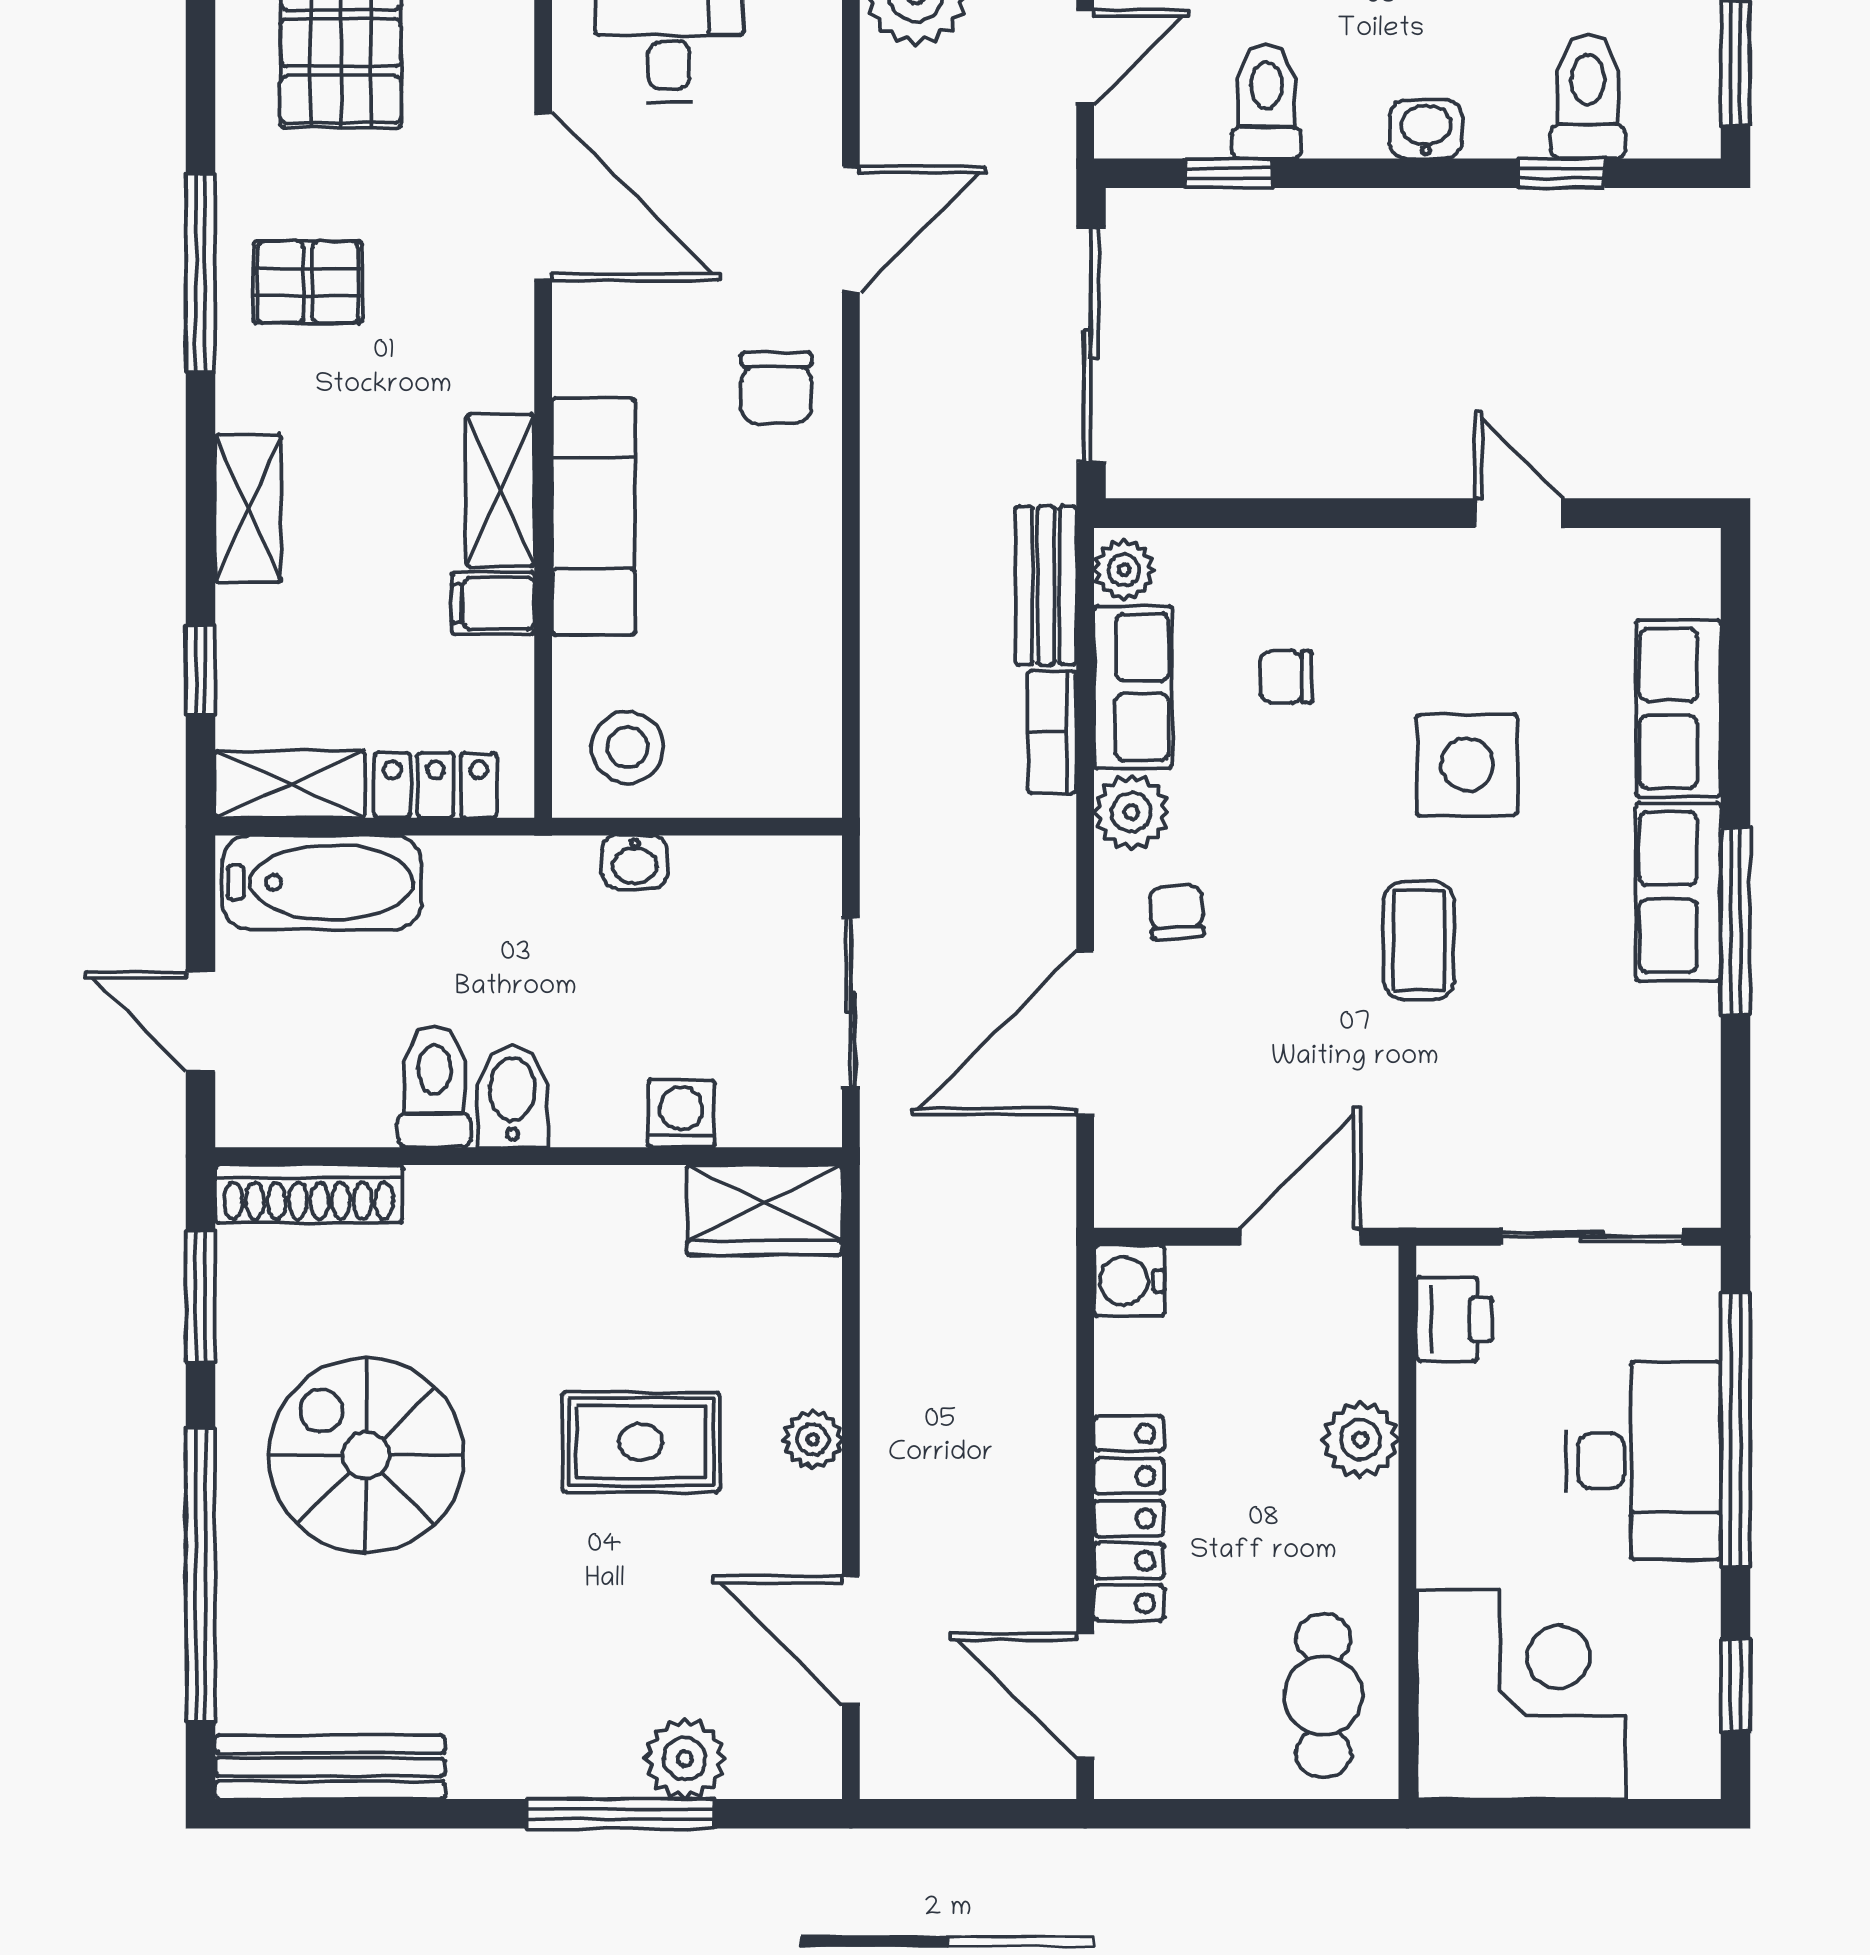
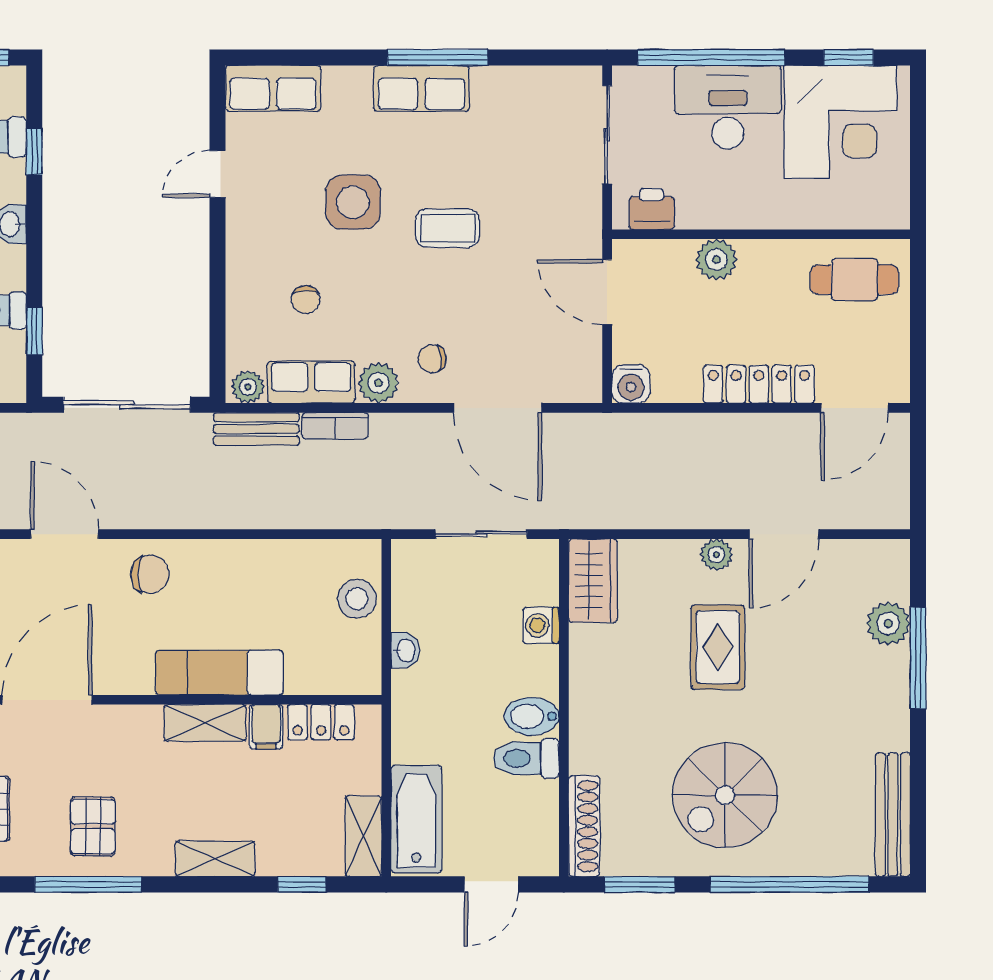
row of seats: (1679, 708) -> (273, 88), moved
stool: (628, 747) -> (357, 599), moved
locker: (436, 785) -> (321, 722), moved, turned -90
door: (851, 1641) -> (784, 534), moved
corner desk: (1521, 1694) -> (841, 122), moved, turned 180

